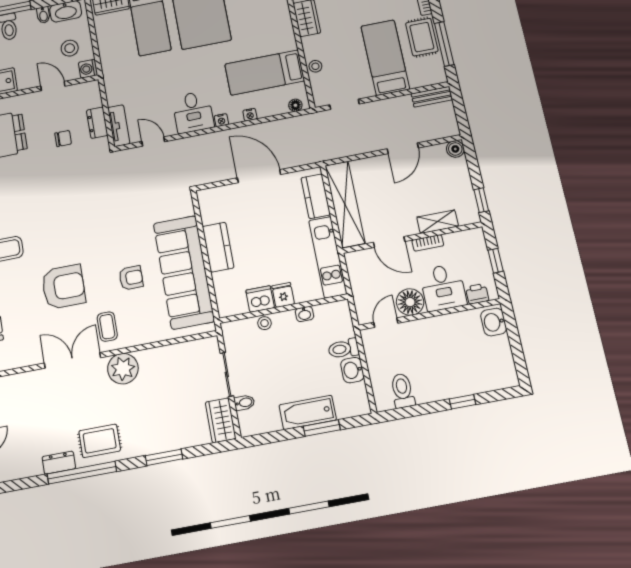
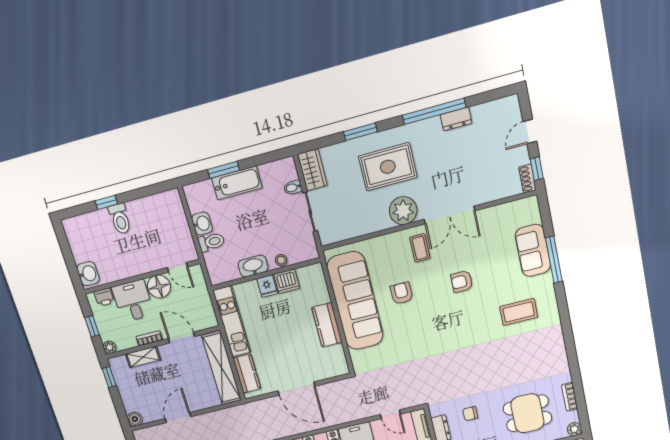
plant: (477, 235) -> (110, 347), added
armchair: (131, 278) -> (402, 293), turned 90
armchair: (63, 287) -> (462, 281), width x0.53, depth x0.53
washbasin: (304, 314) -> (253, 266), width x1.91, depth x1.45
door: (386, 323) -> (178, 267), hinge flipped
toilet: (402, 391) -> (120, 219), moved
rug: (100, 441) -> (388, 167), moved, width x1.36, depth x1.43

